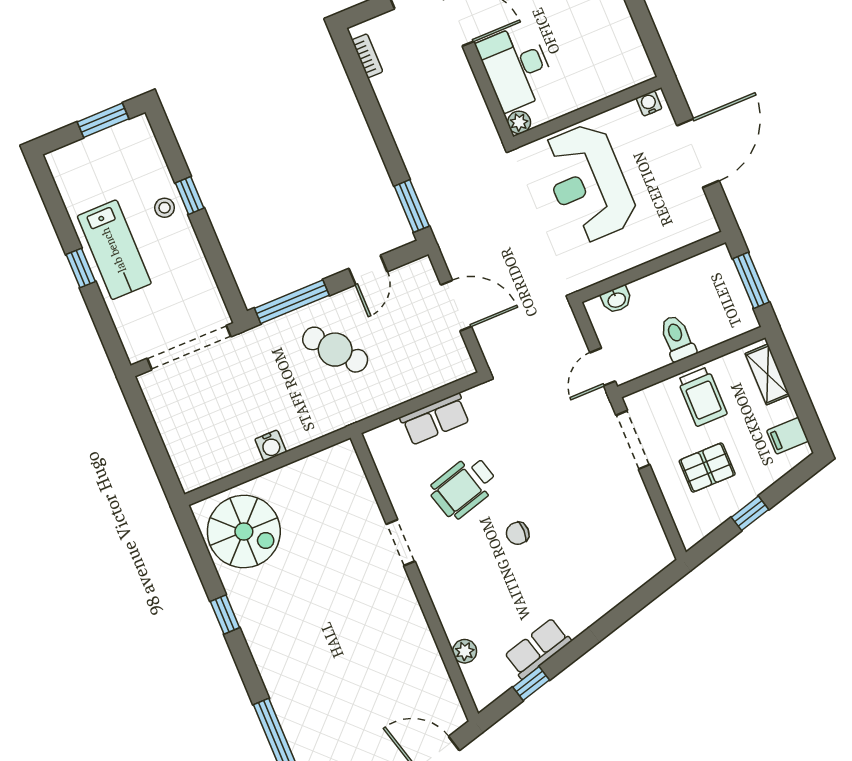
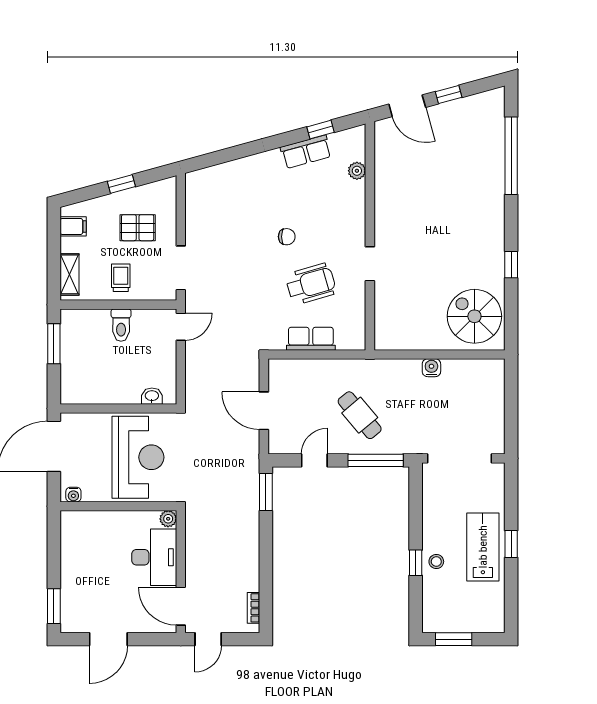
wall: (652, 267) -> (118, 409), moved
washbasin: (616, 300) -> (152, 396), moved
trolley: (702, 397) -> (121, 278), width x0.73, depth x0.72

